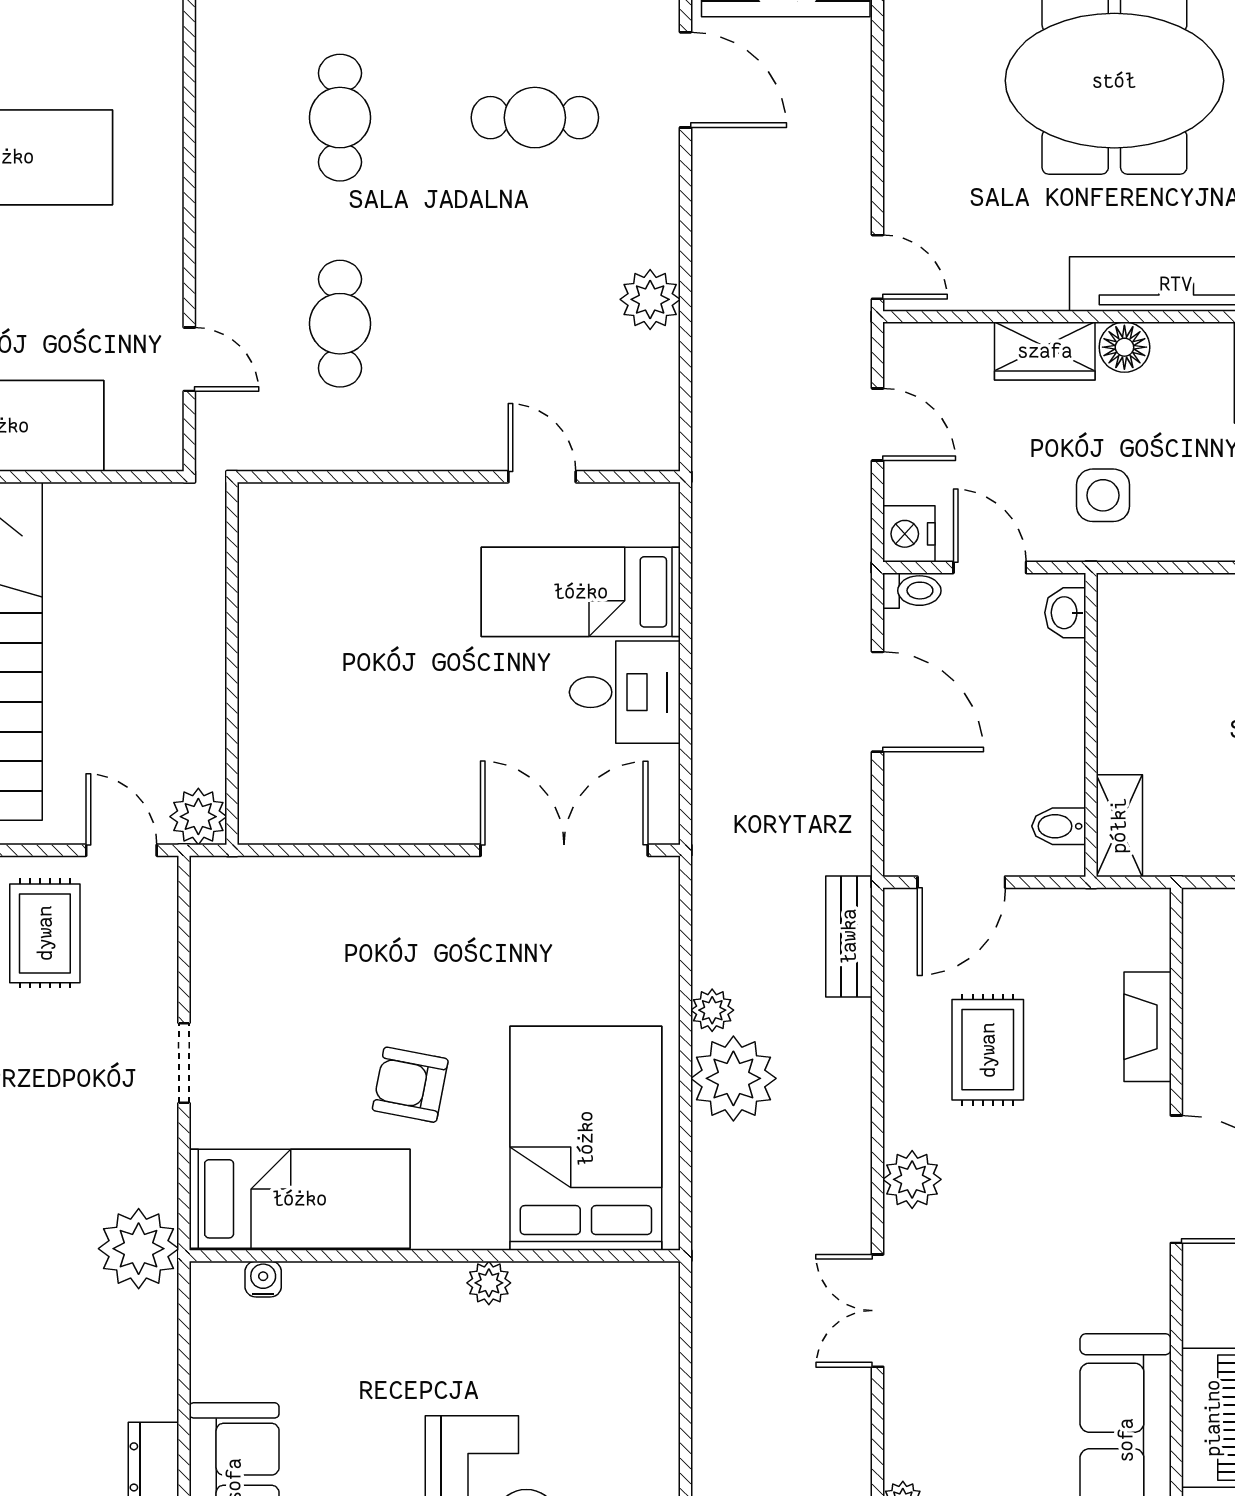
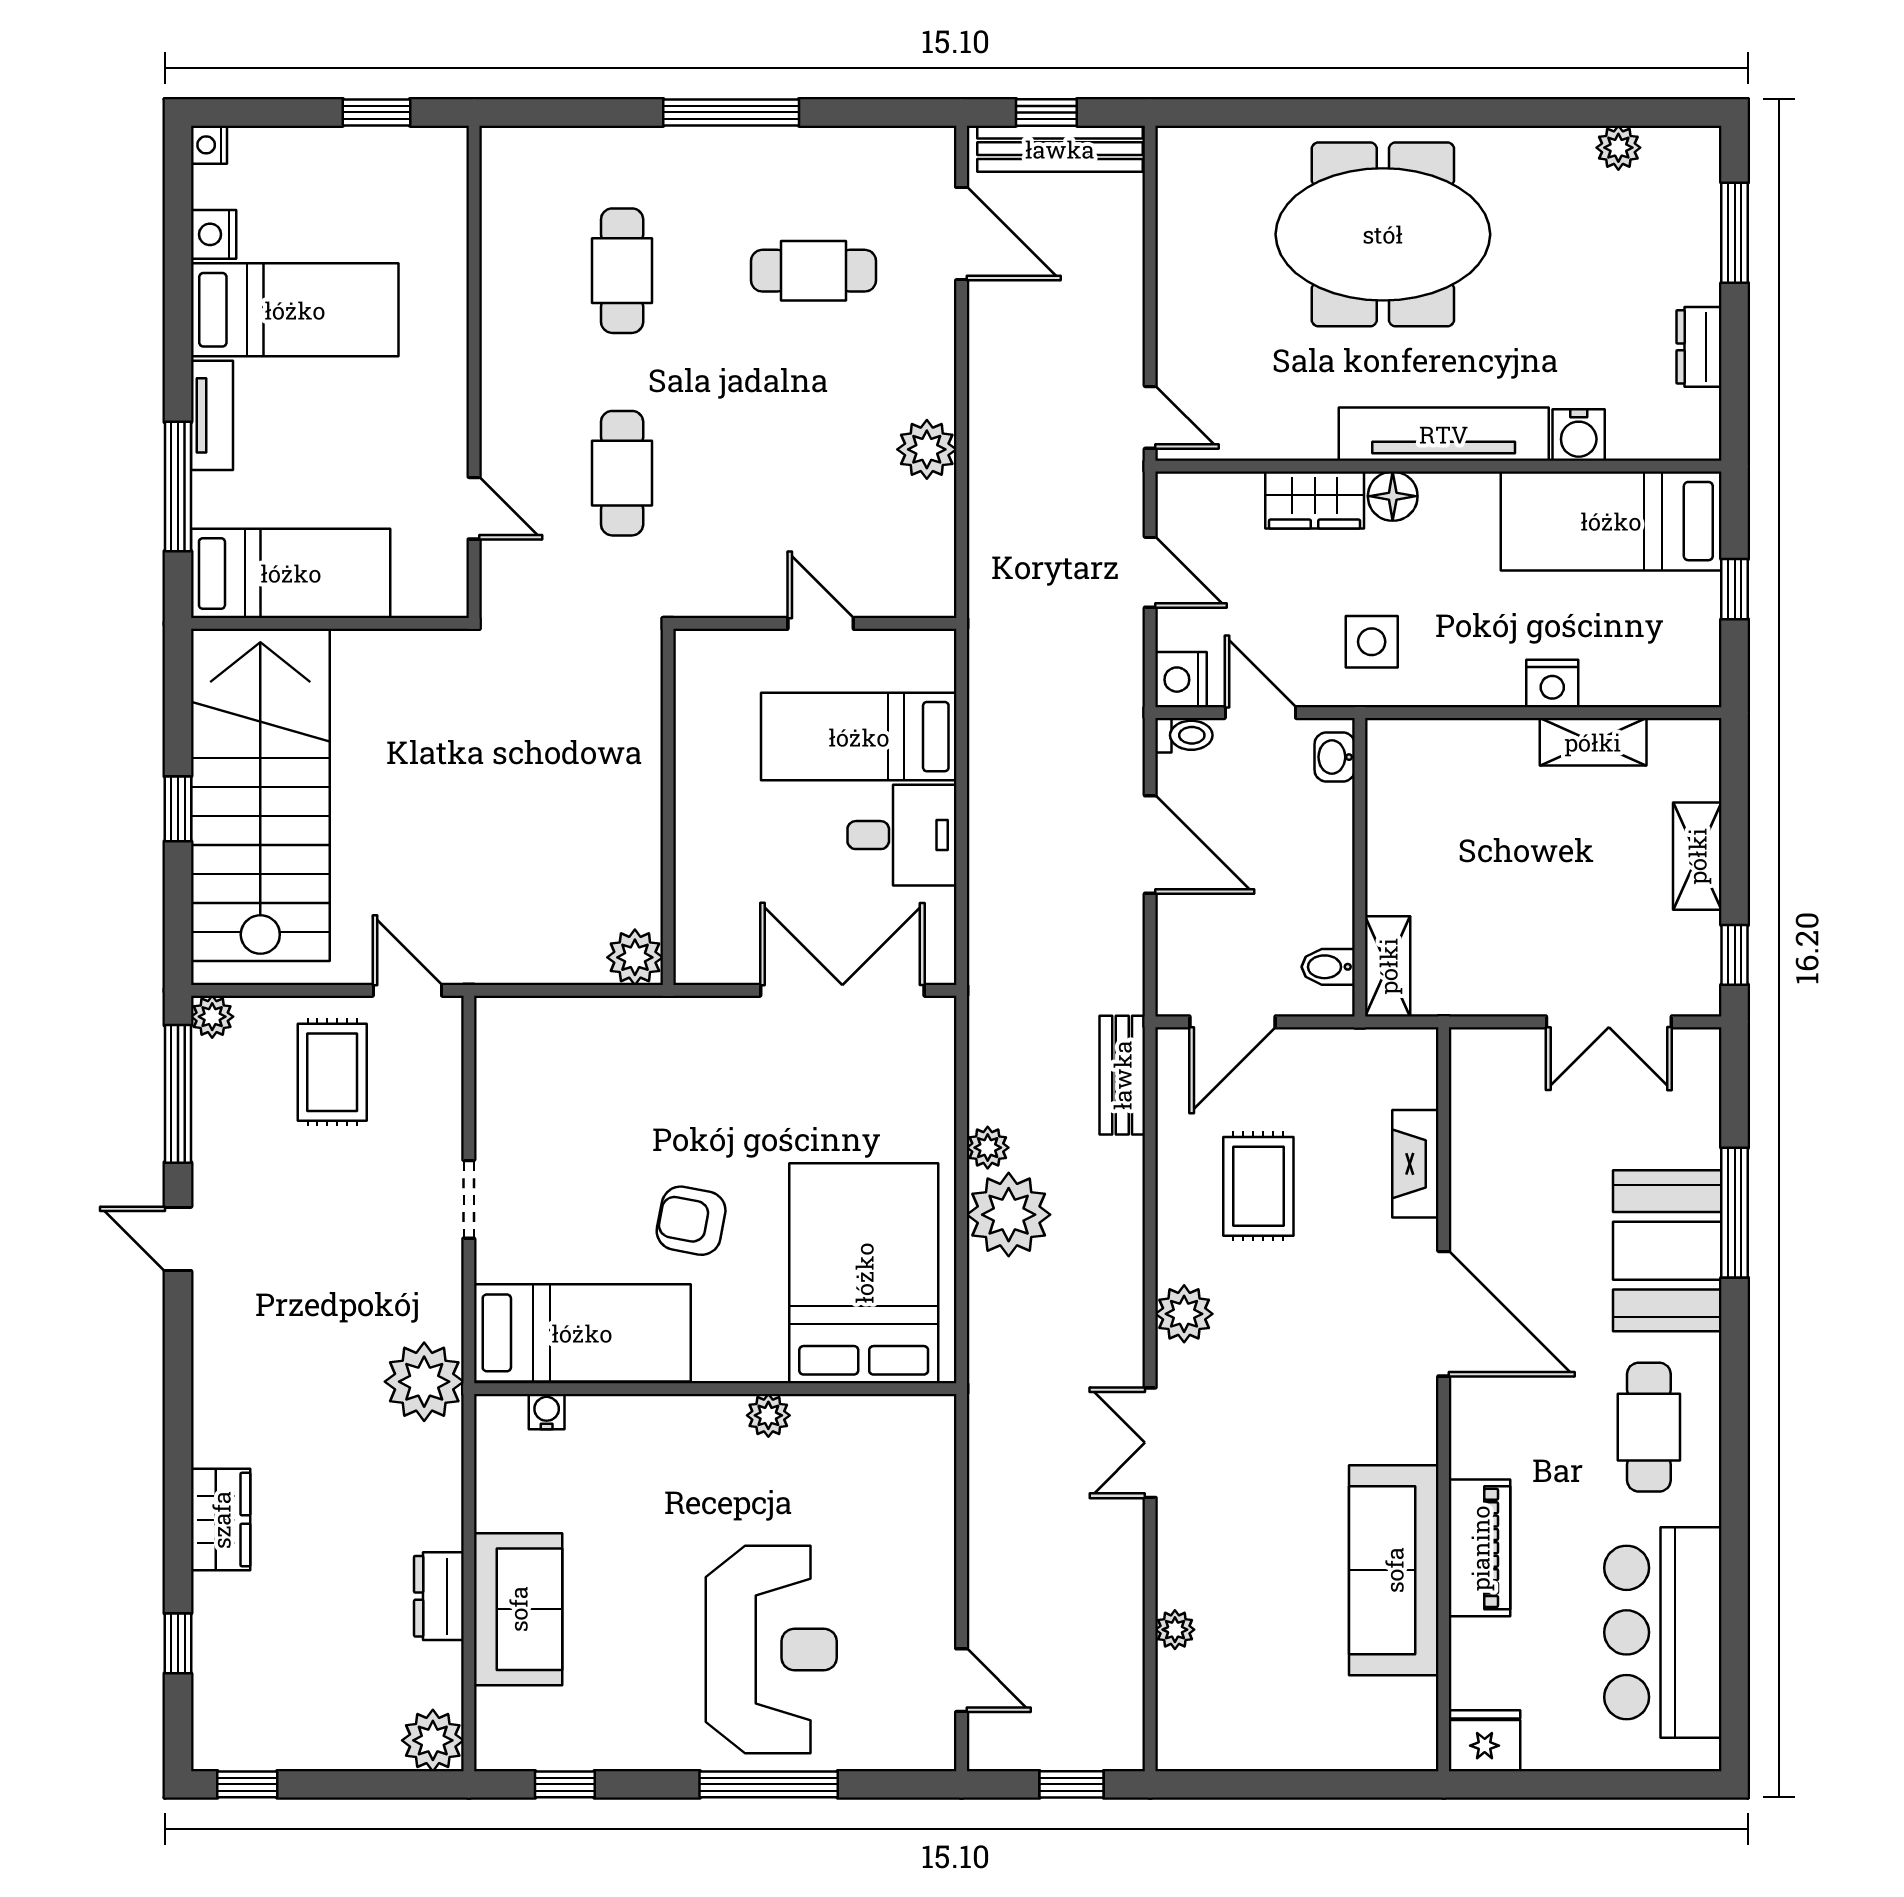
wall: (232, 663) -> (668, 807), moved
plant: (198, 817) -> (635, 957), moved

